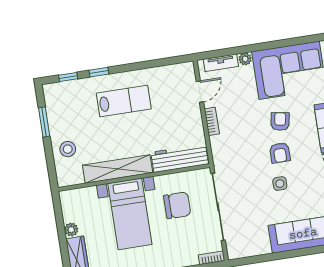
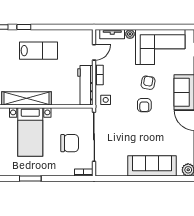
workbench: (180, 158) -> (85, 85), moved, turned -90
side table: (280, 184) -> (106, 100), moved
chair: (177, 205) -> (70, 143), moved

